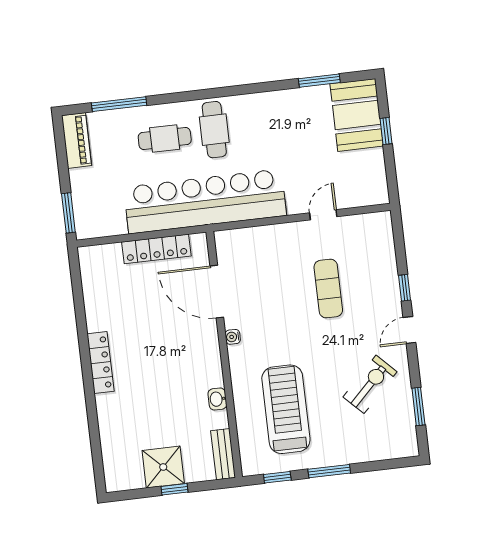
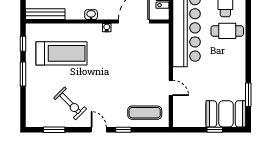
exercise mat: (328, 289) -> (145, 113), moved
washbasin: (217, 399) -> (91, 15), moved
bench: (223, 454) -> (45, 14), width x1.36

